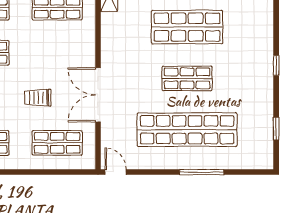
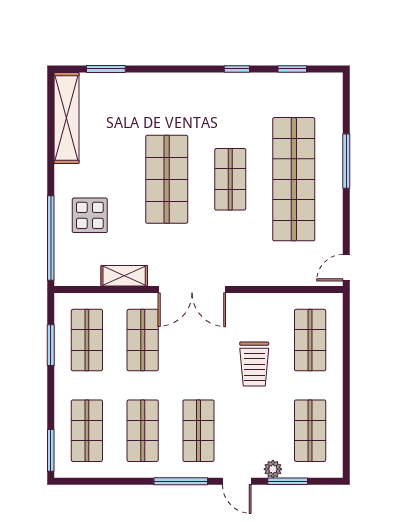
window: (276, 66) -> (237, 69), moved
double door: (98, 95) -> (192, 289), moved
trolley: (38, 98) -> (254, 364), width x1.36, depth x1.39

